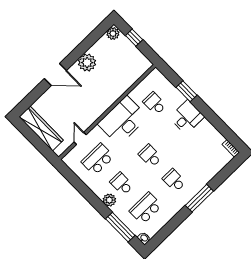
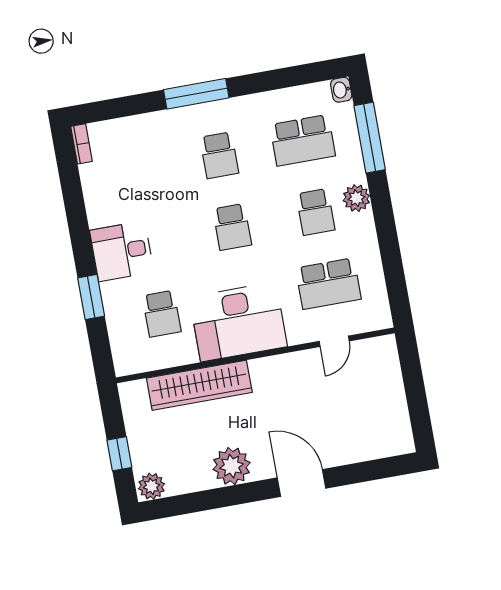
wardrobe: (41, 129) -> (199, 385), moved, turned -90

